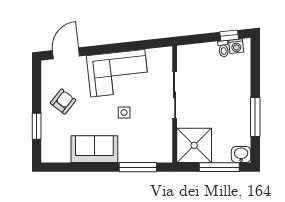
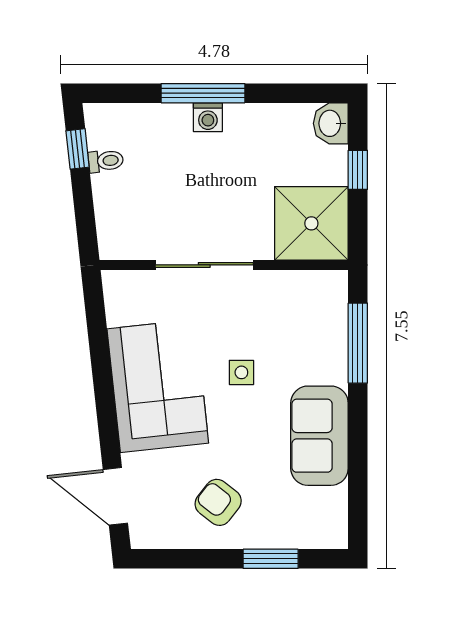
washing machine: (236, 46) -> (208, 117), moved, turned 96
window: (255, 117) -> (203, 93), moved
window: (219, 167) -> (358, 170), width x0.46

